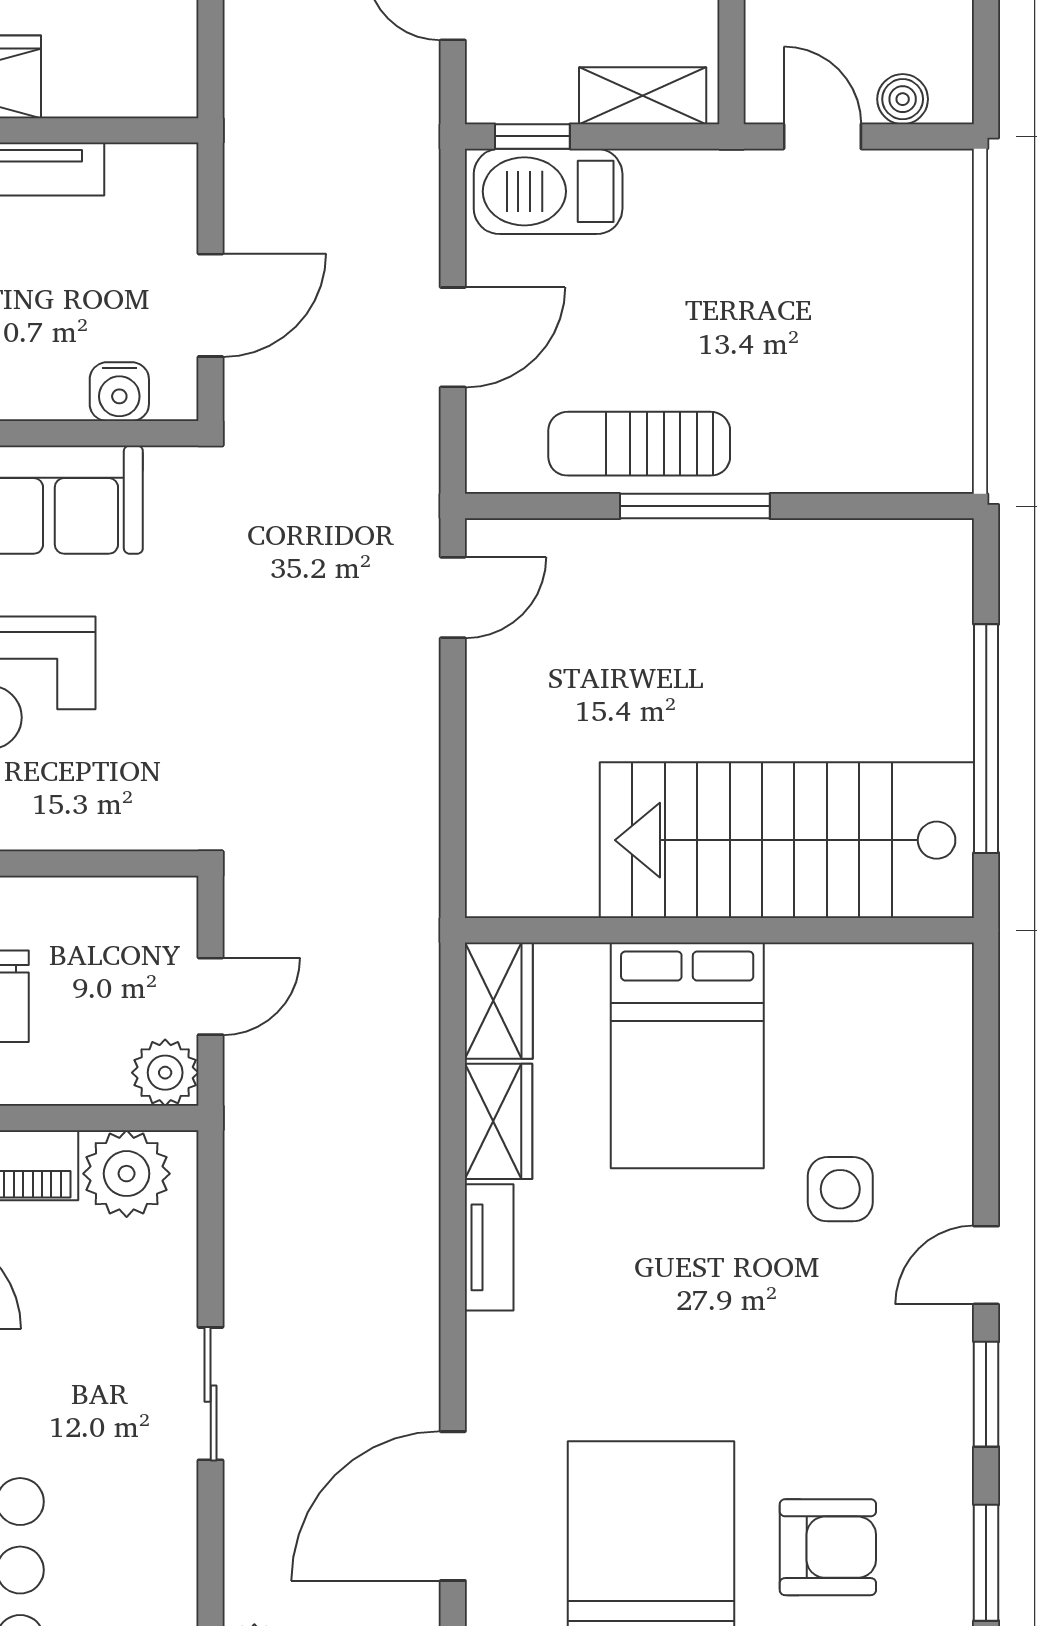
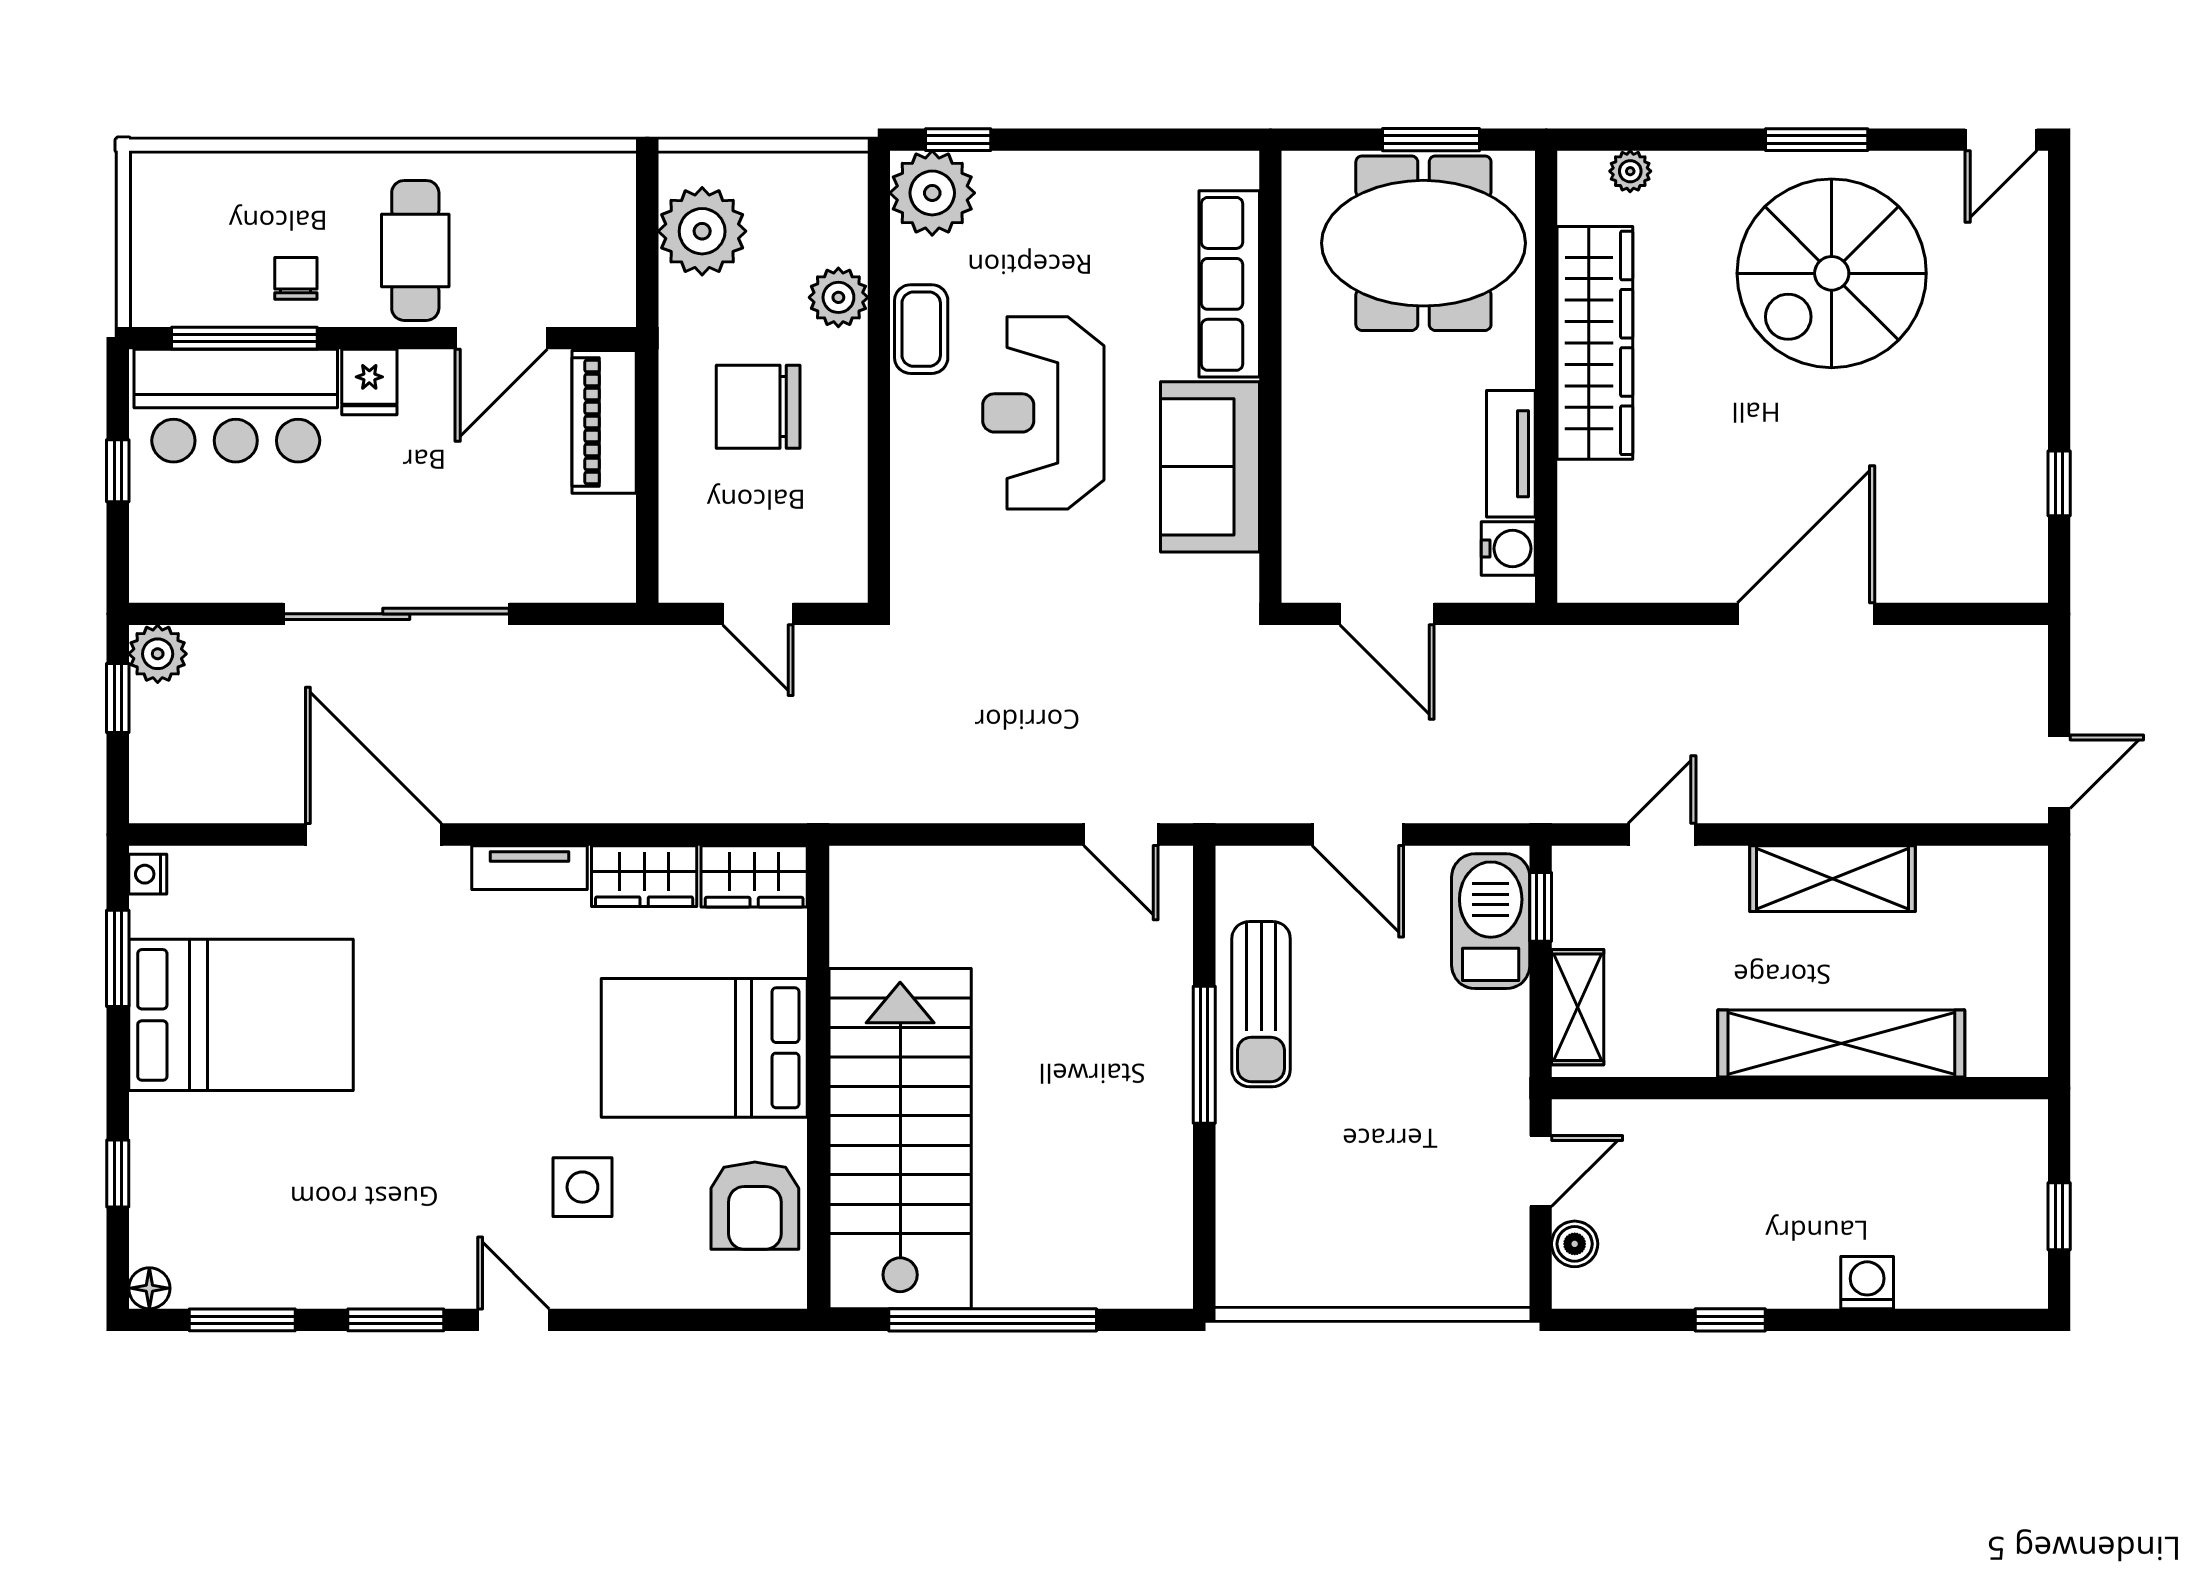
water cooler: (119, 392) -> (1508, 549), moved, turned 180
sun lounger: (639, 444) -> (1261, 1004), turned 180
plant: (165, 1073) -> (689, 573), removed
plant: (127, 1174) -> (597, 537), removed
sliding door: (211, 1394) -> (396, 614), width x1.86
door: (453, 1506) -> (373, 835), moved
armchair: (828, 1547) -> (755, 1206), moved

